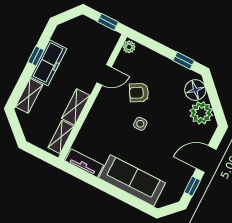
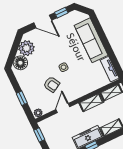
window: (184, 61) -> (22, 98), moved
door: (104, 75) -> (63, 108), hinge flipped

